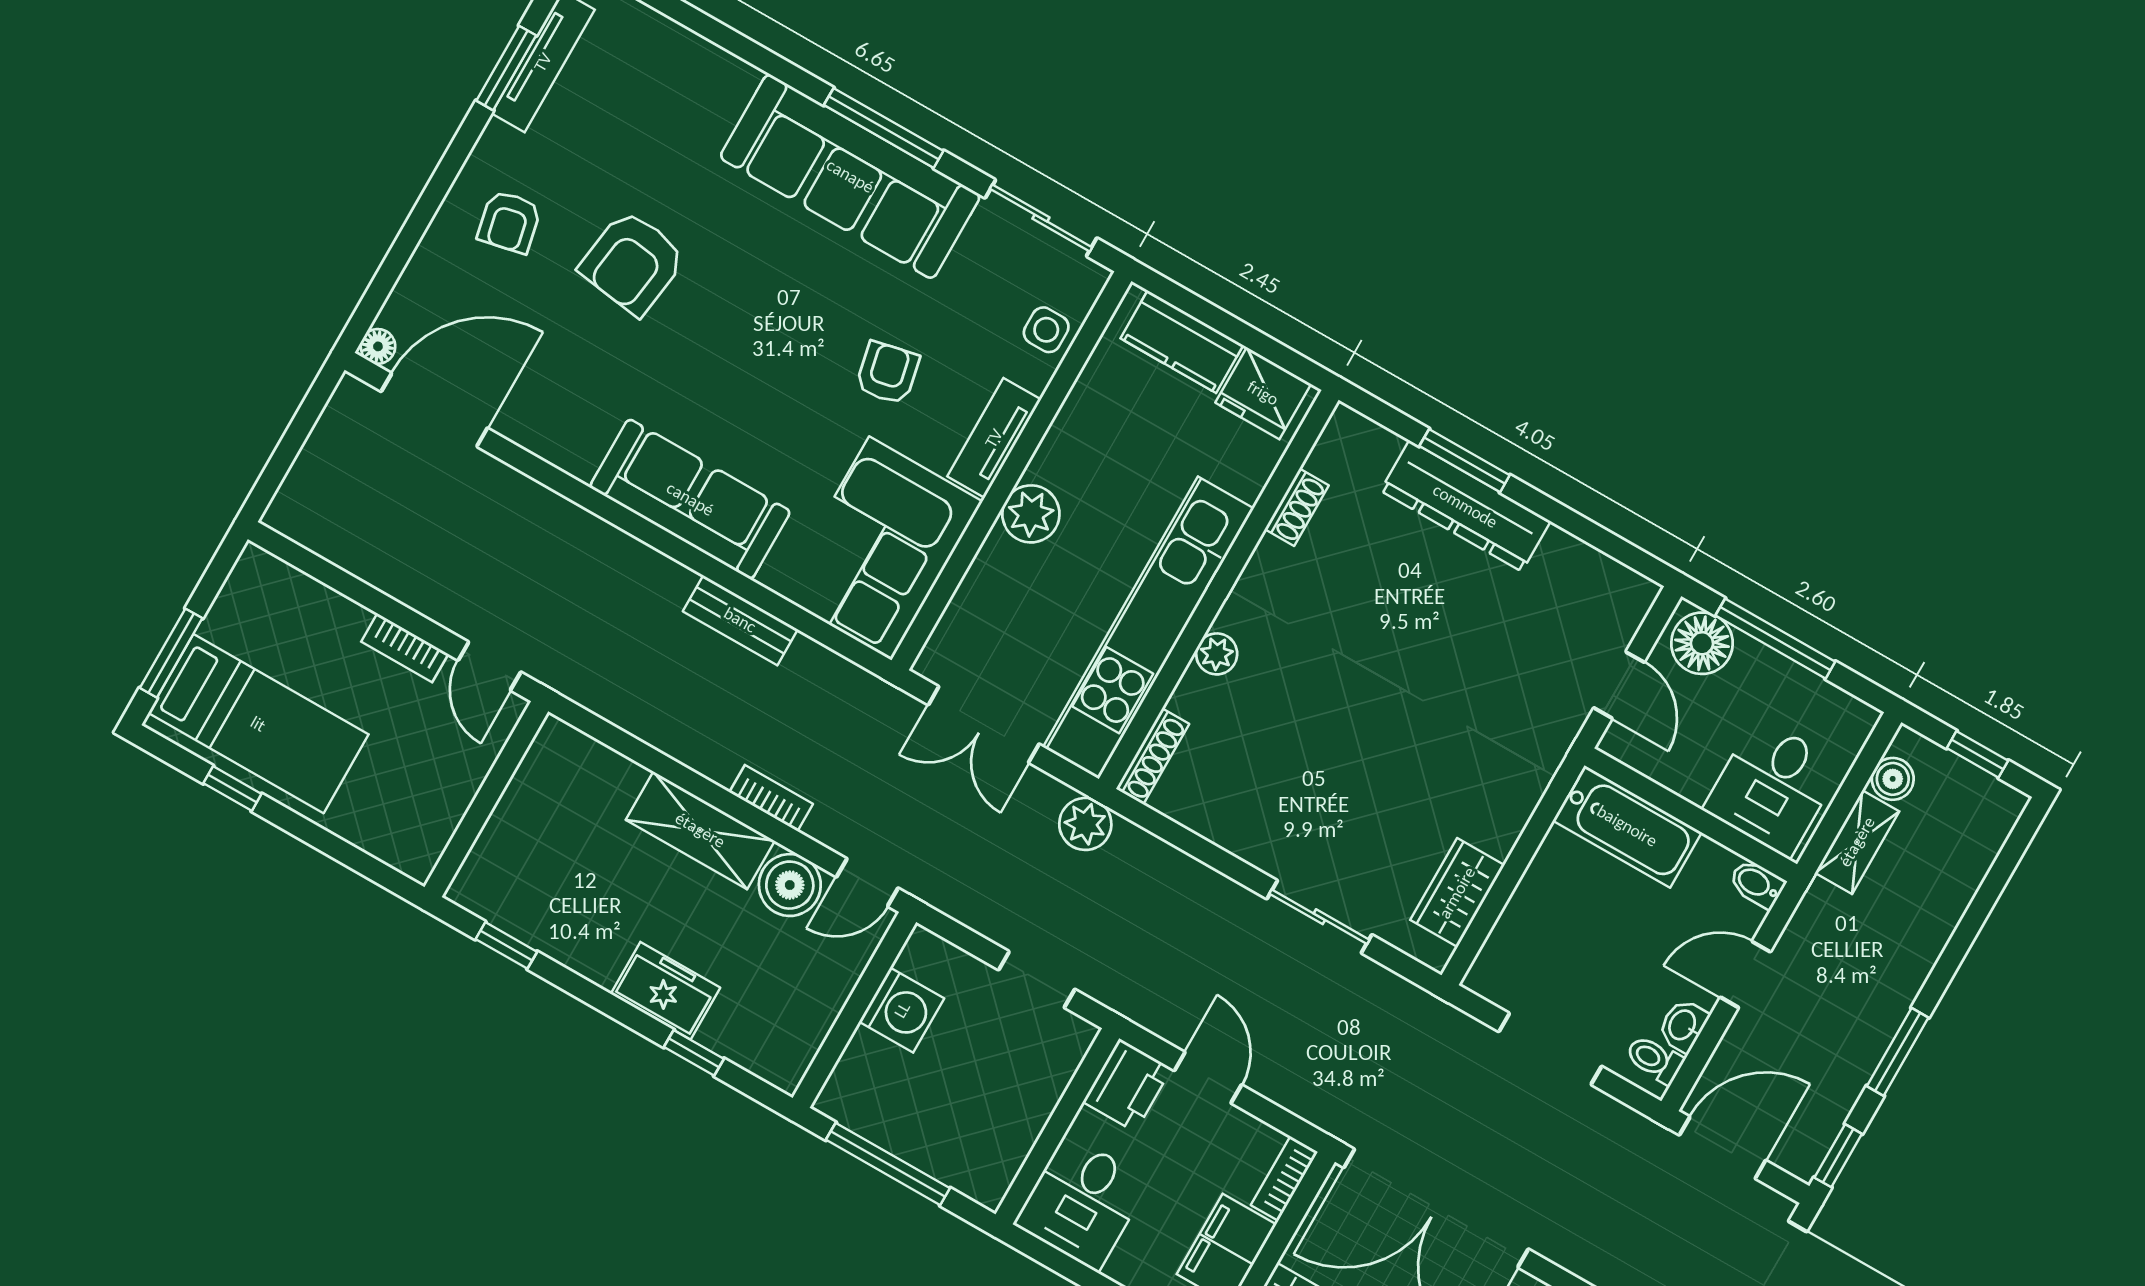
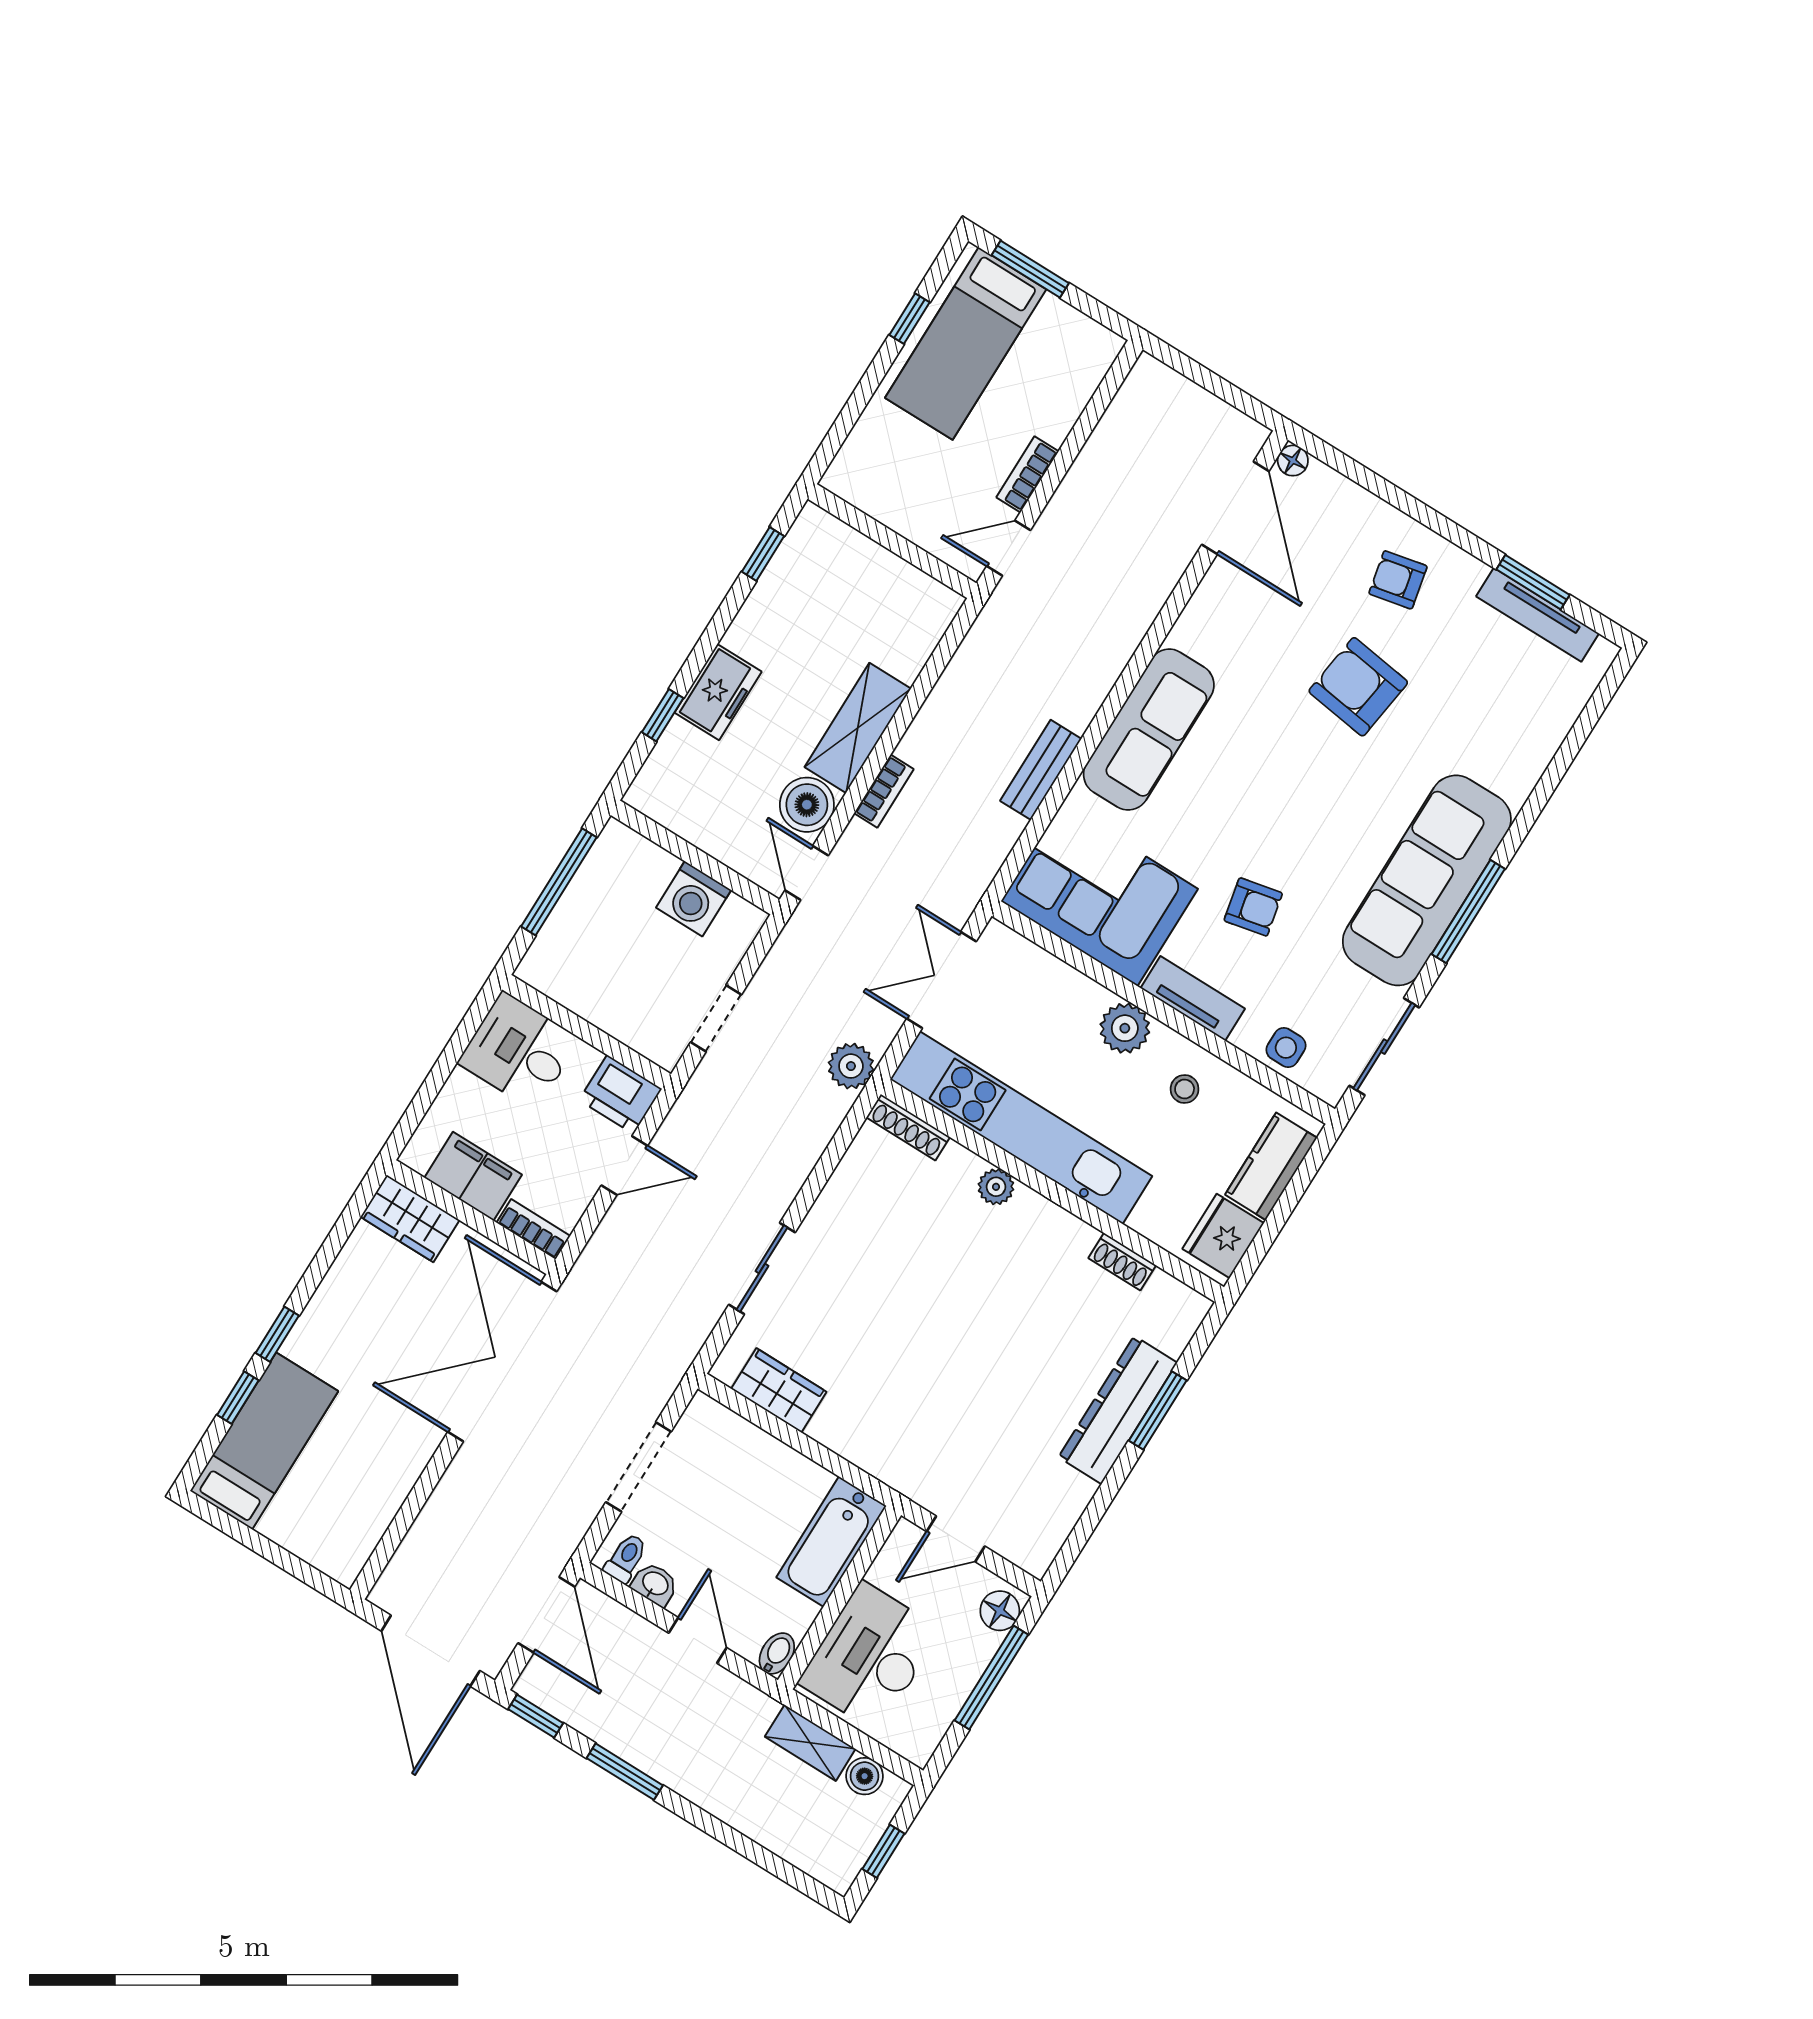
stool: (1098, 443) -> (1185, 1089), added
floor lamp: (1702, 643) -> (1000, 1611), width x0.73, depth x0.73
desk: (1773, 787) -> (870, 1656), width x1.37

